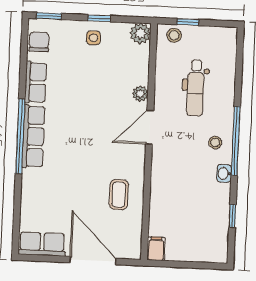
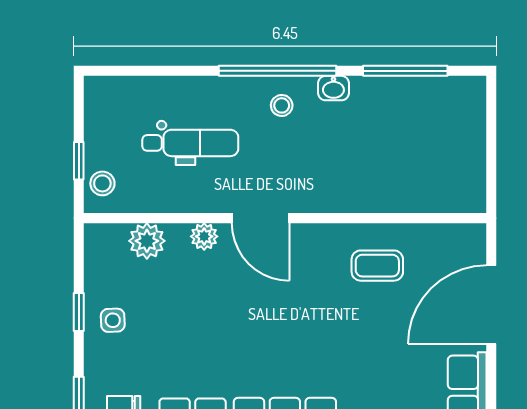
plant: (140, 33) -> (147, 241), moved
window: (232, 216) -> (405, 71), width x2.17
filing cabinet: (156, 249) -> (466, 198), removed

